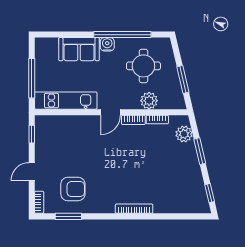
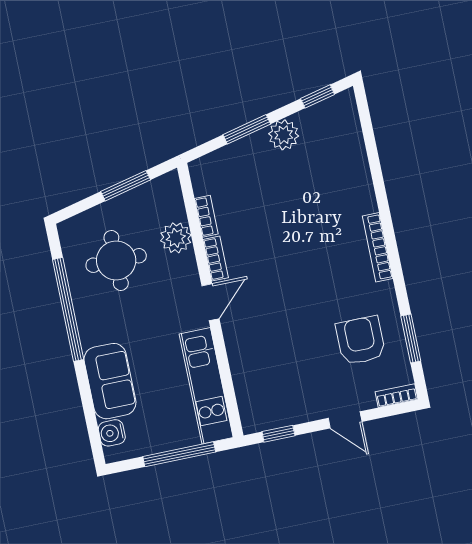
water cooler: (107, 44) -> (112, 433), moved
door: (110, 112) -> (210, 302), hinge flipped
plant: (184, 134) -> (284, 135), moved
bookcase: (134, 209) -> (378, 247), moved

